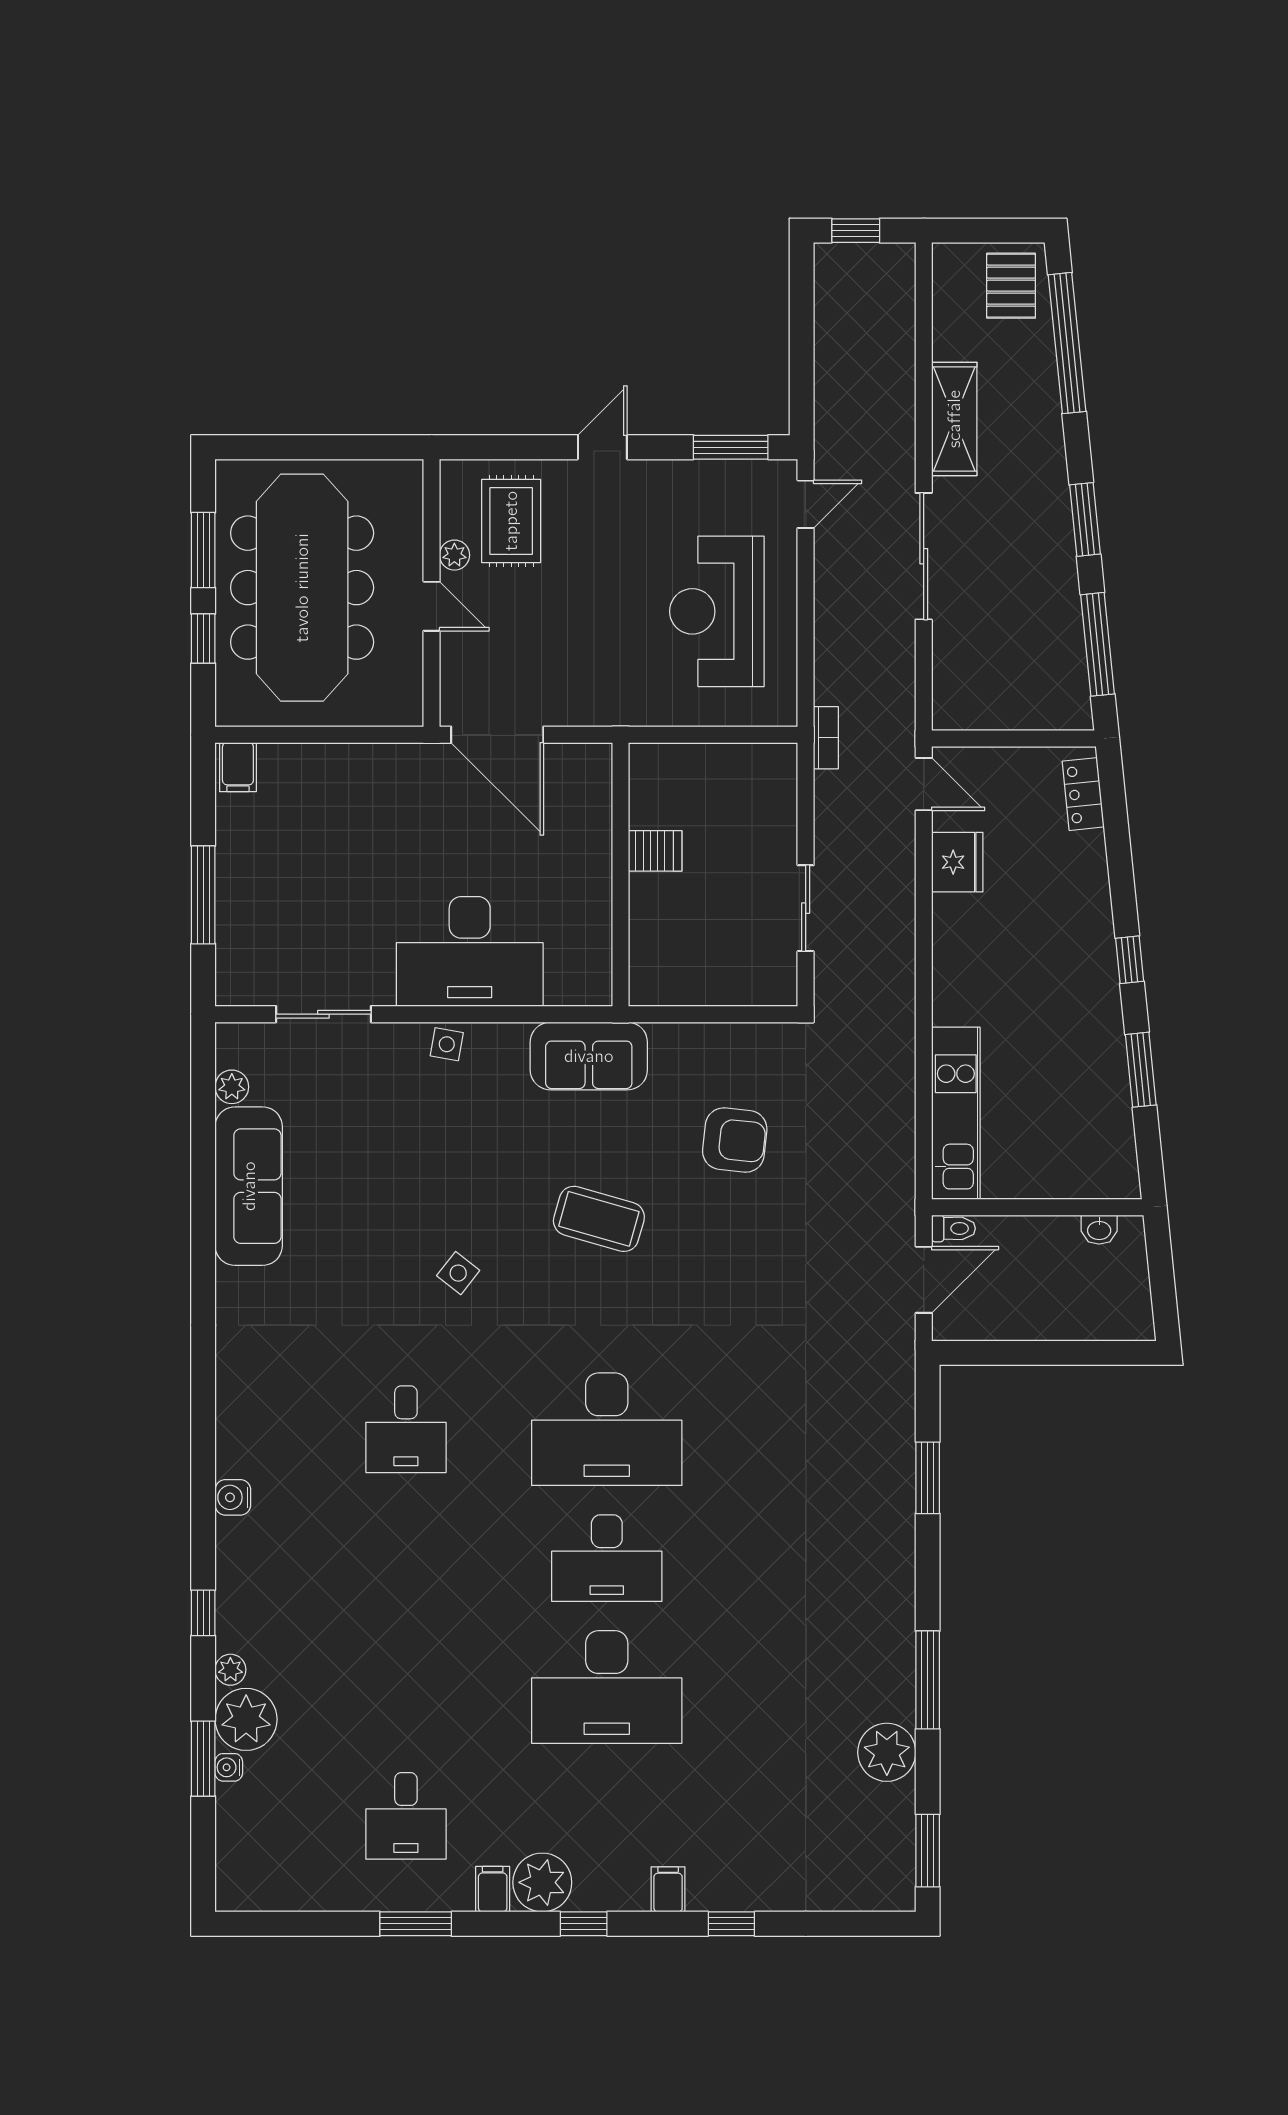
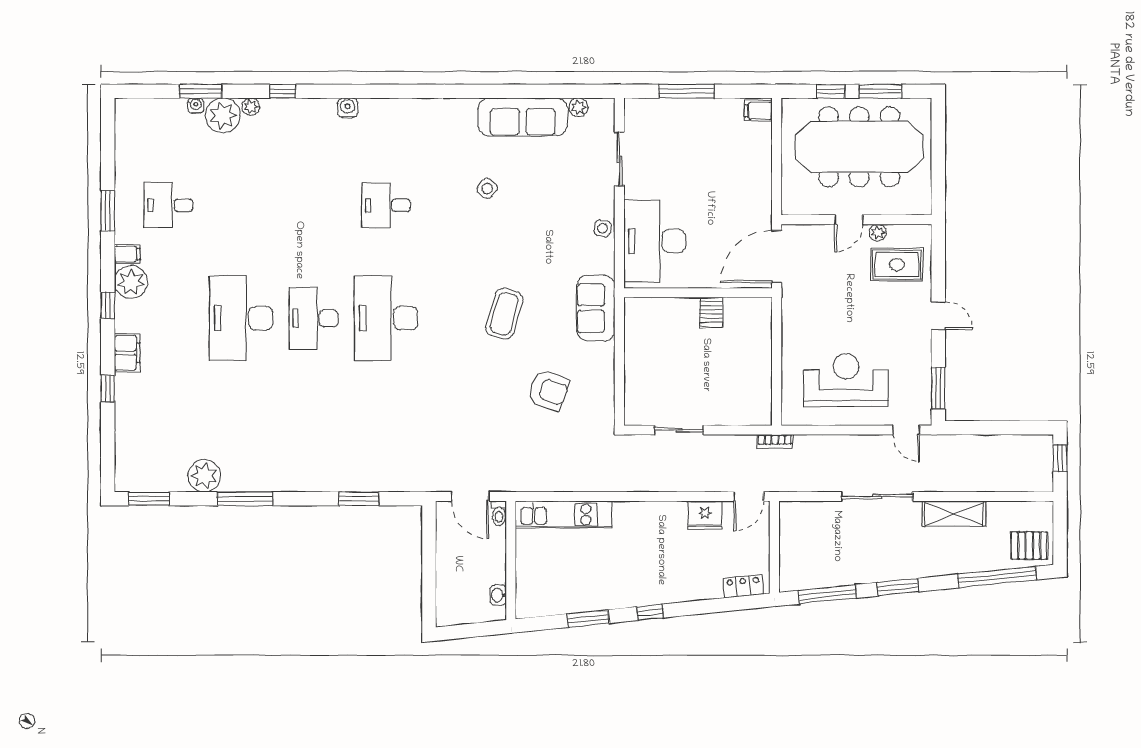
server rack: (655, 851) -> (711, 312), moved
wall: (621, 874) -> (698, 293), moved
armchair: (735, 1140) -> (549, 390), turned -76
side table: (458, 1273) -> (487, 188), moved
filing cabinet: (668, 1889) -> (127, 353), width x2.00

